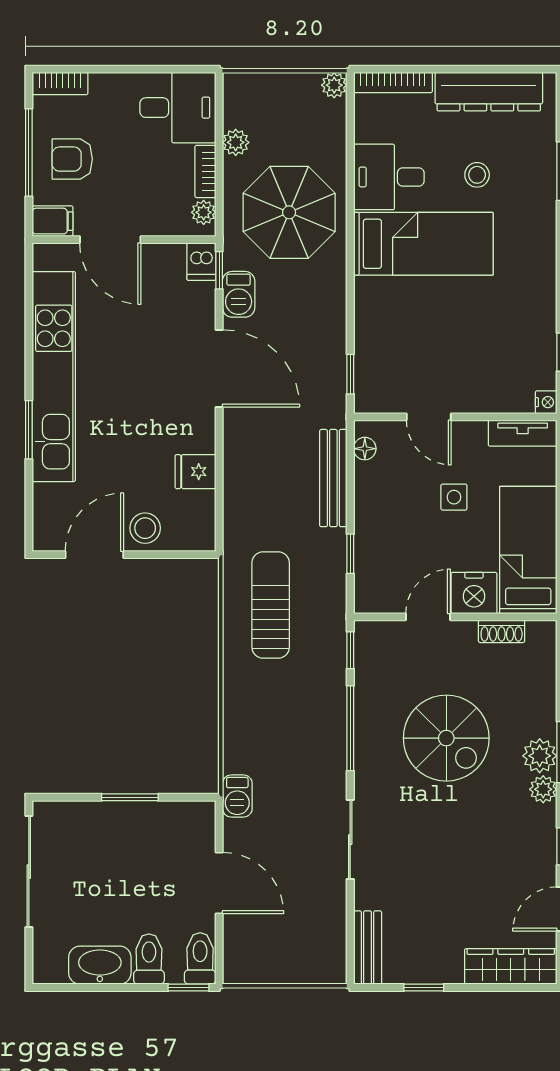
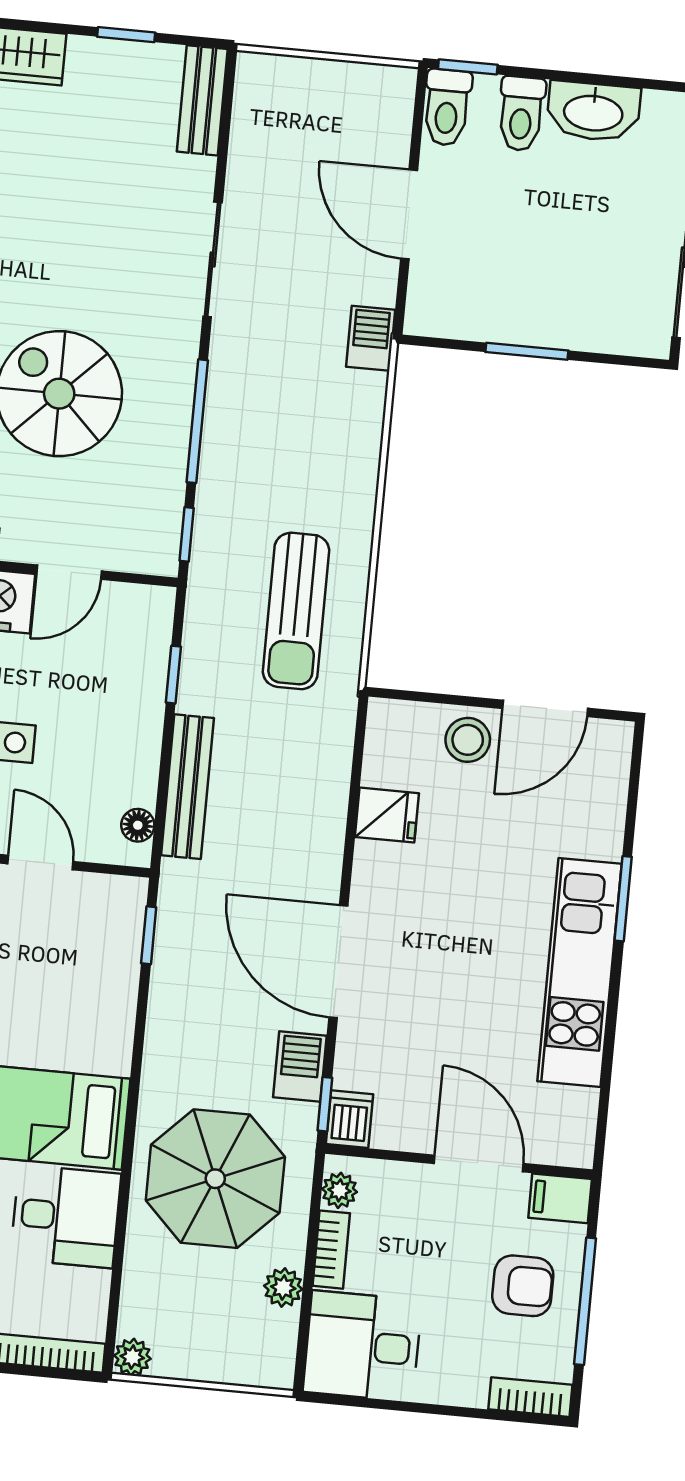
kitchen unit: (54, 377) -> (580, 972), width x0.73

